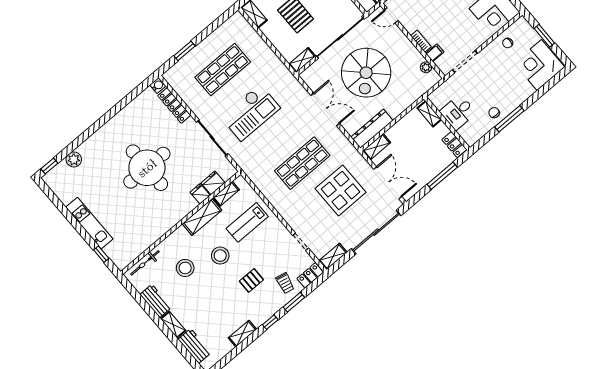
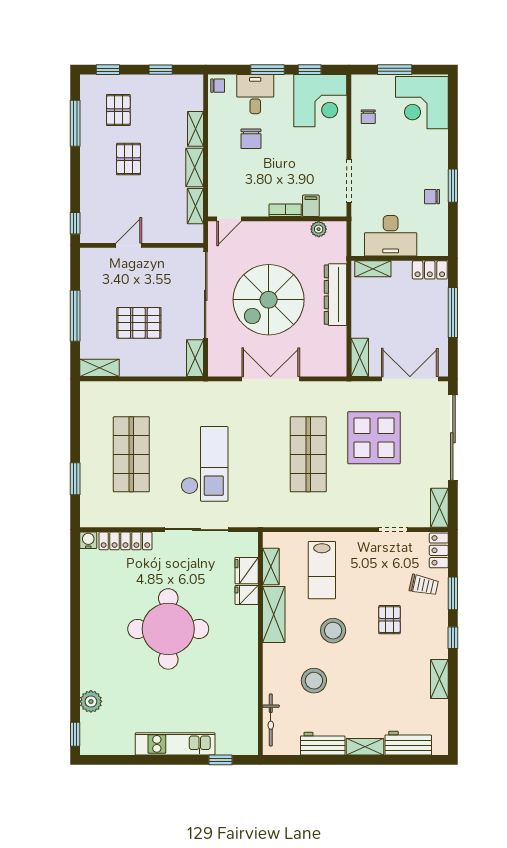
spiral stairs: (366, 73) -> (269, 300), turned 90
desk: (458, 112) -> (391, 236), width x1.37
window: (509, 119) -> (453, 186), width x0.69
dresser: (372, 129) -> (335, 295), moved

